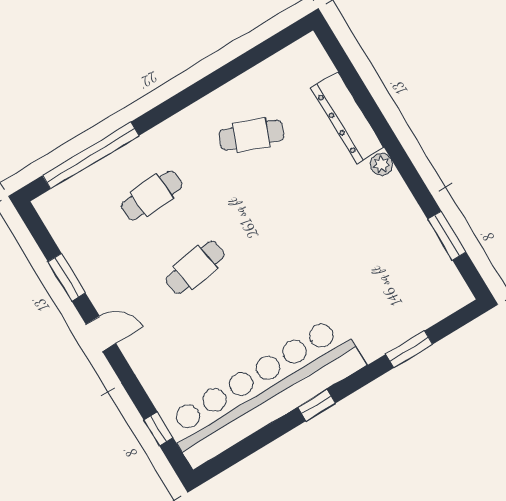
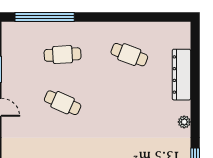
plant: (381, 164) -> (184, 122), moved
cafe table: (195, 267) -> (63, 103), turned 33

